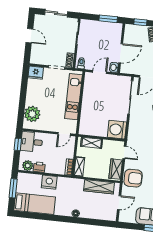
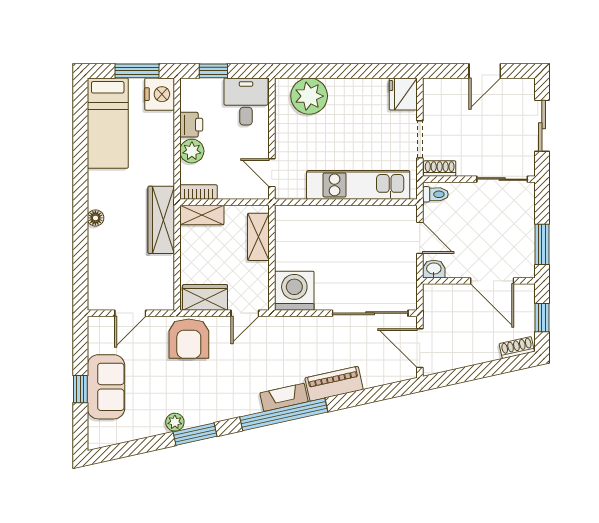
door: (121, 53) -> (492, 281), moved
window: (18, 144) -> (213, 71), moved
plant: (28, 166) -> (192, 151), moved
nightstand: (49, 182) -> (160, 94), moved
wardrobe: (99, 187) -> (161, 220), moved
door: (119, 203) -> (130, 313), hinge flipped

